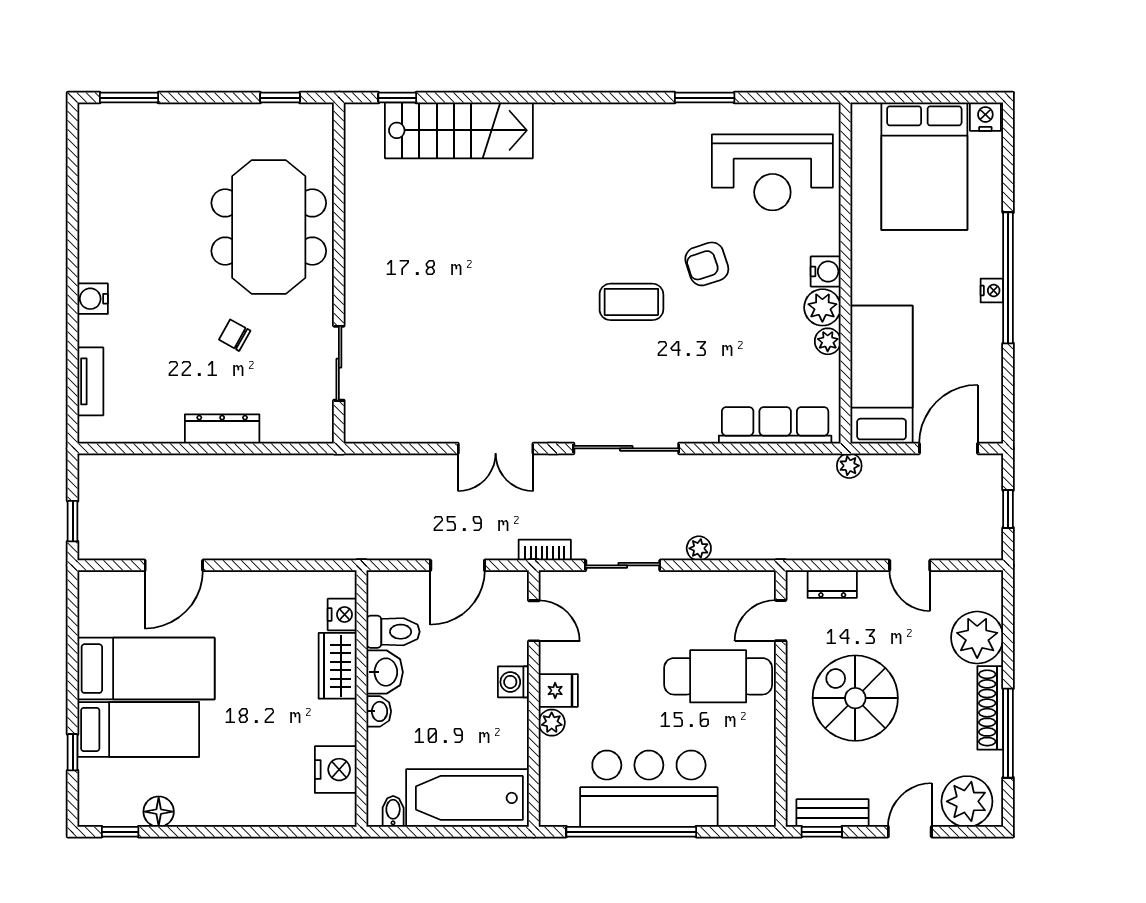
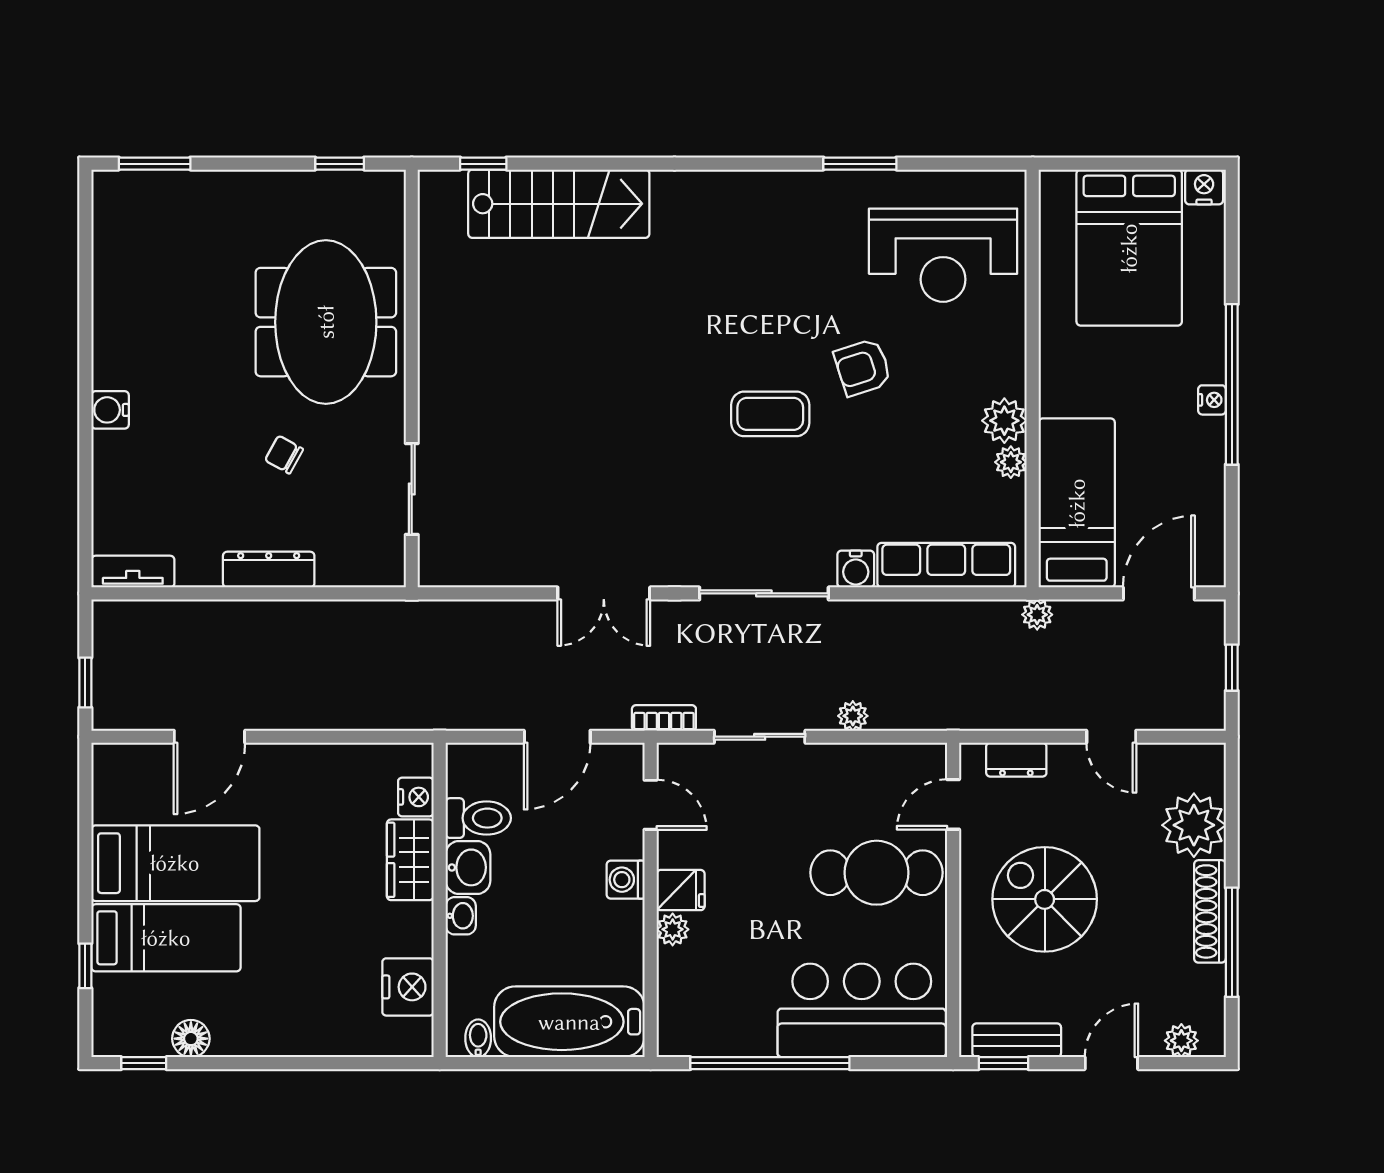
water cooler: (826, 271) -> (856, 569), moved, turned 90
tv unit: (90, 381) -> (133, 572), moved, turned -90
bar counter: (649, 789) -> (862, 1010), moved
plant: (967, 801) -> (1181, 1041), width x0.53, depth x0.53

